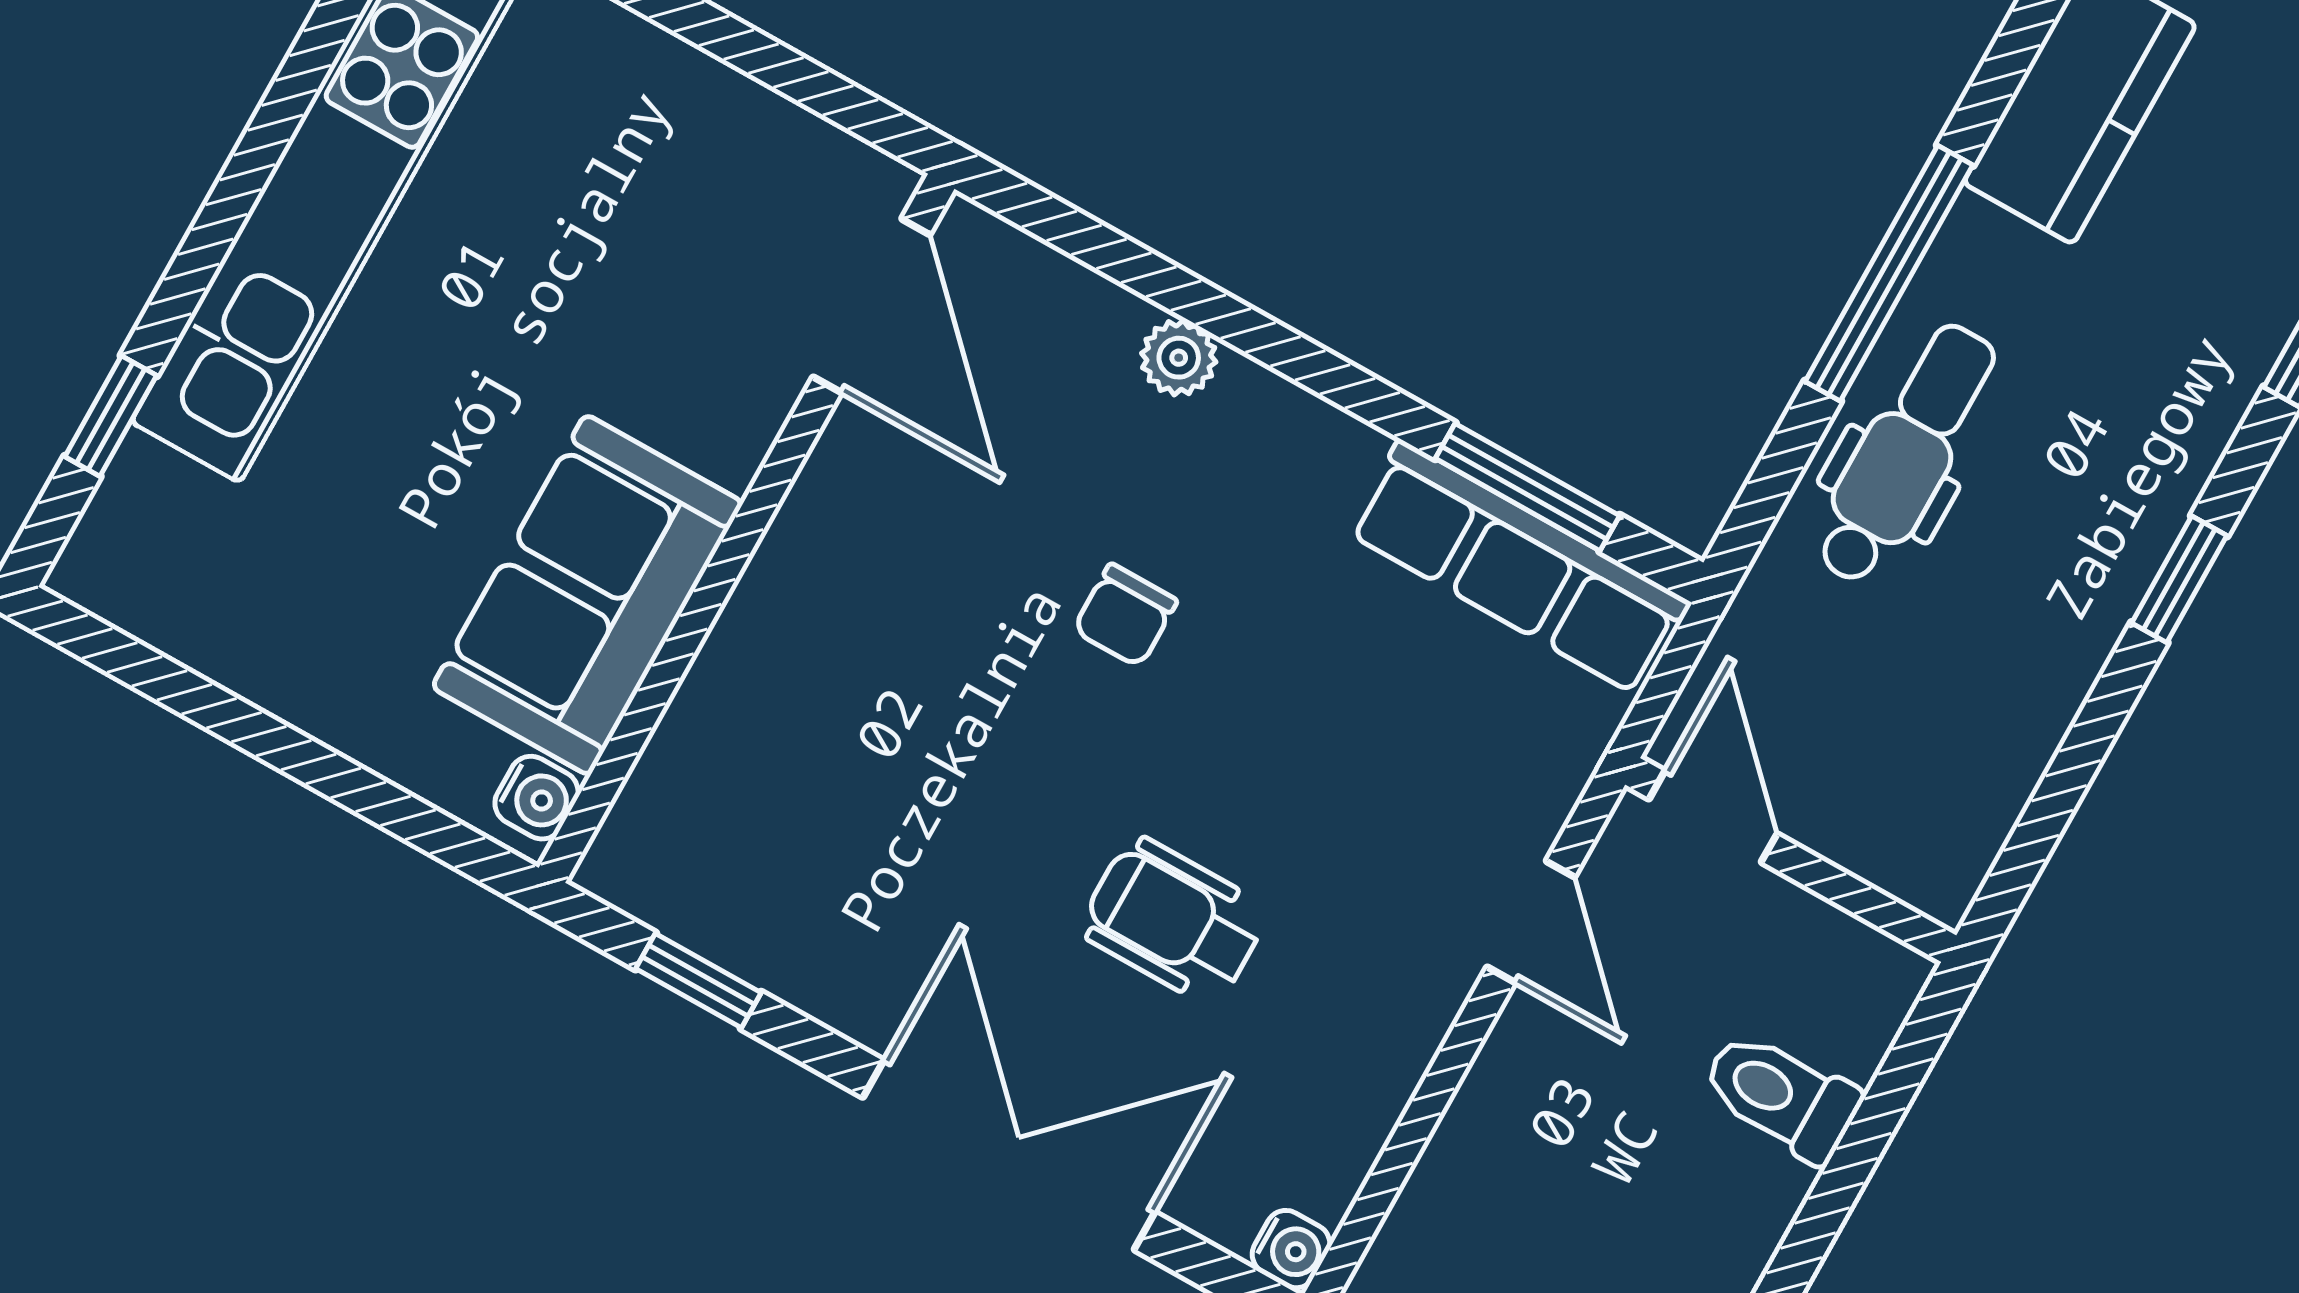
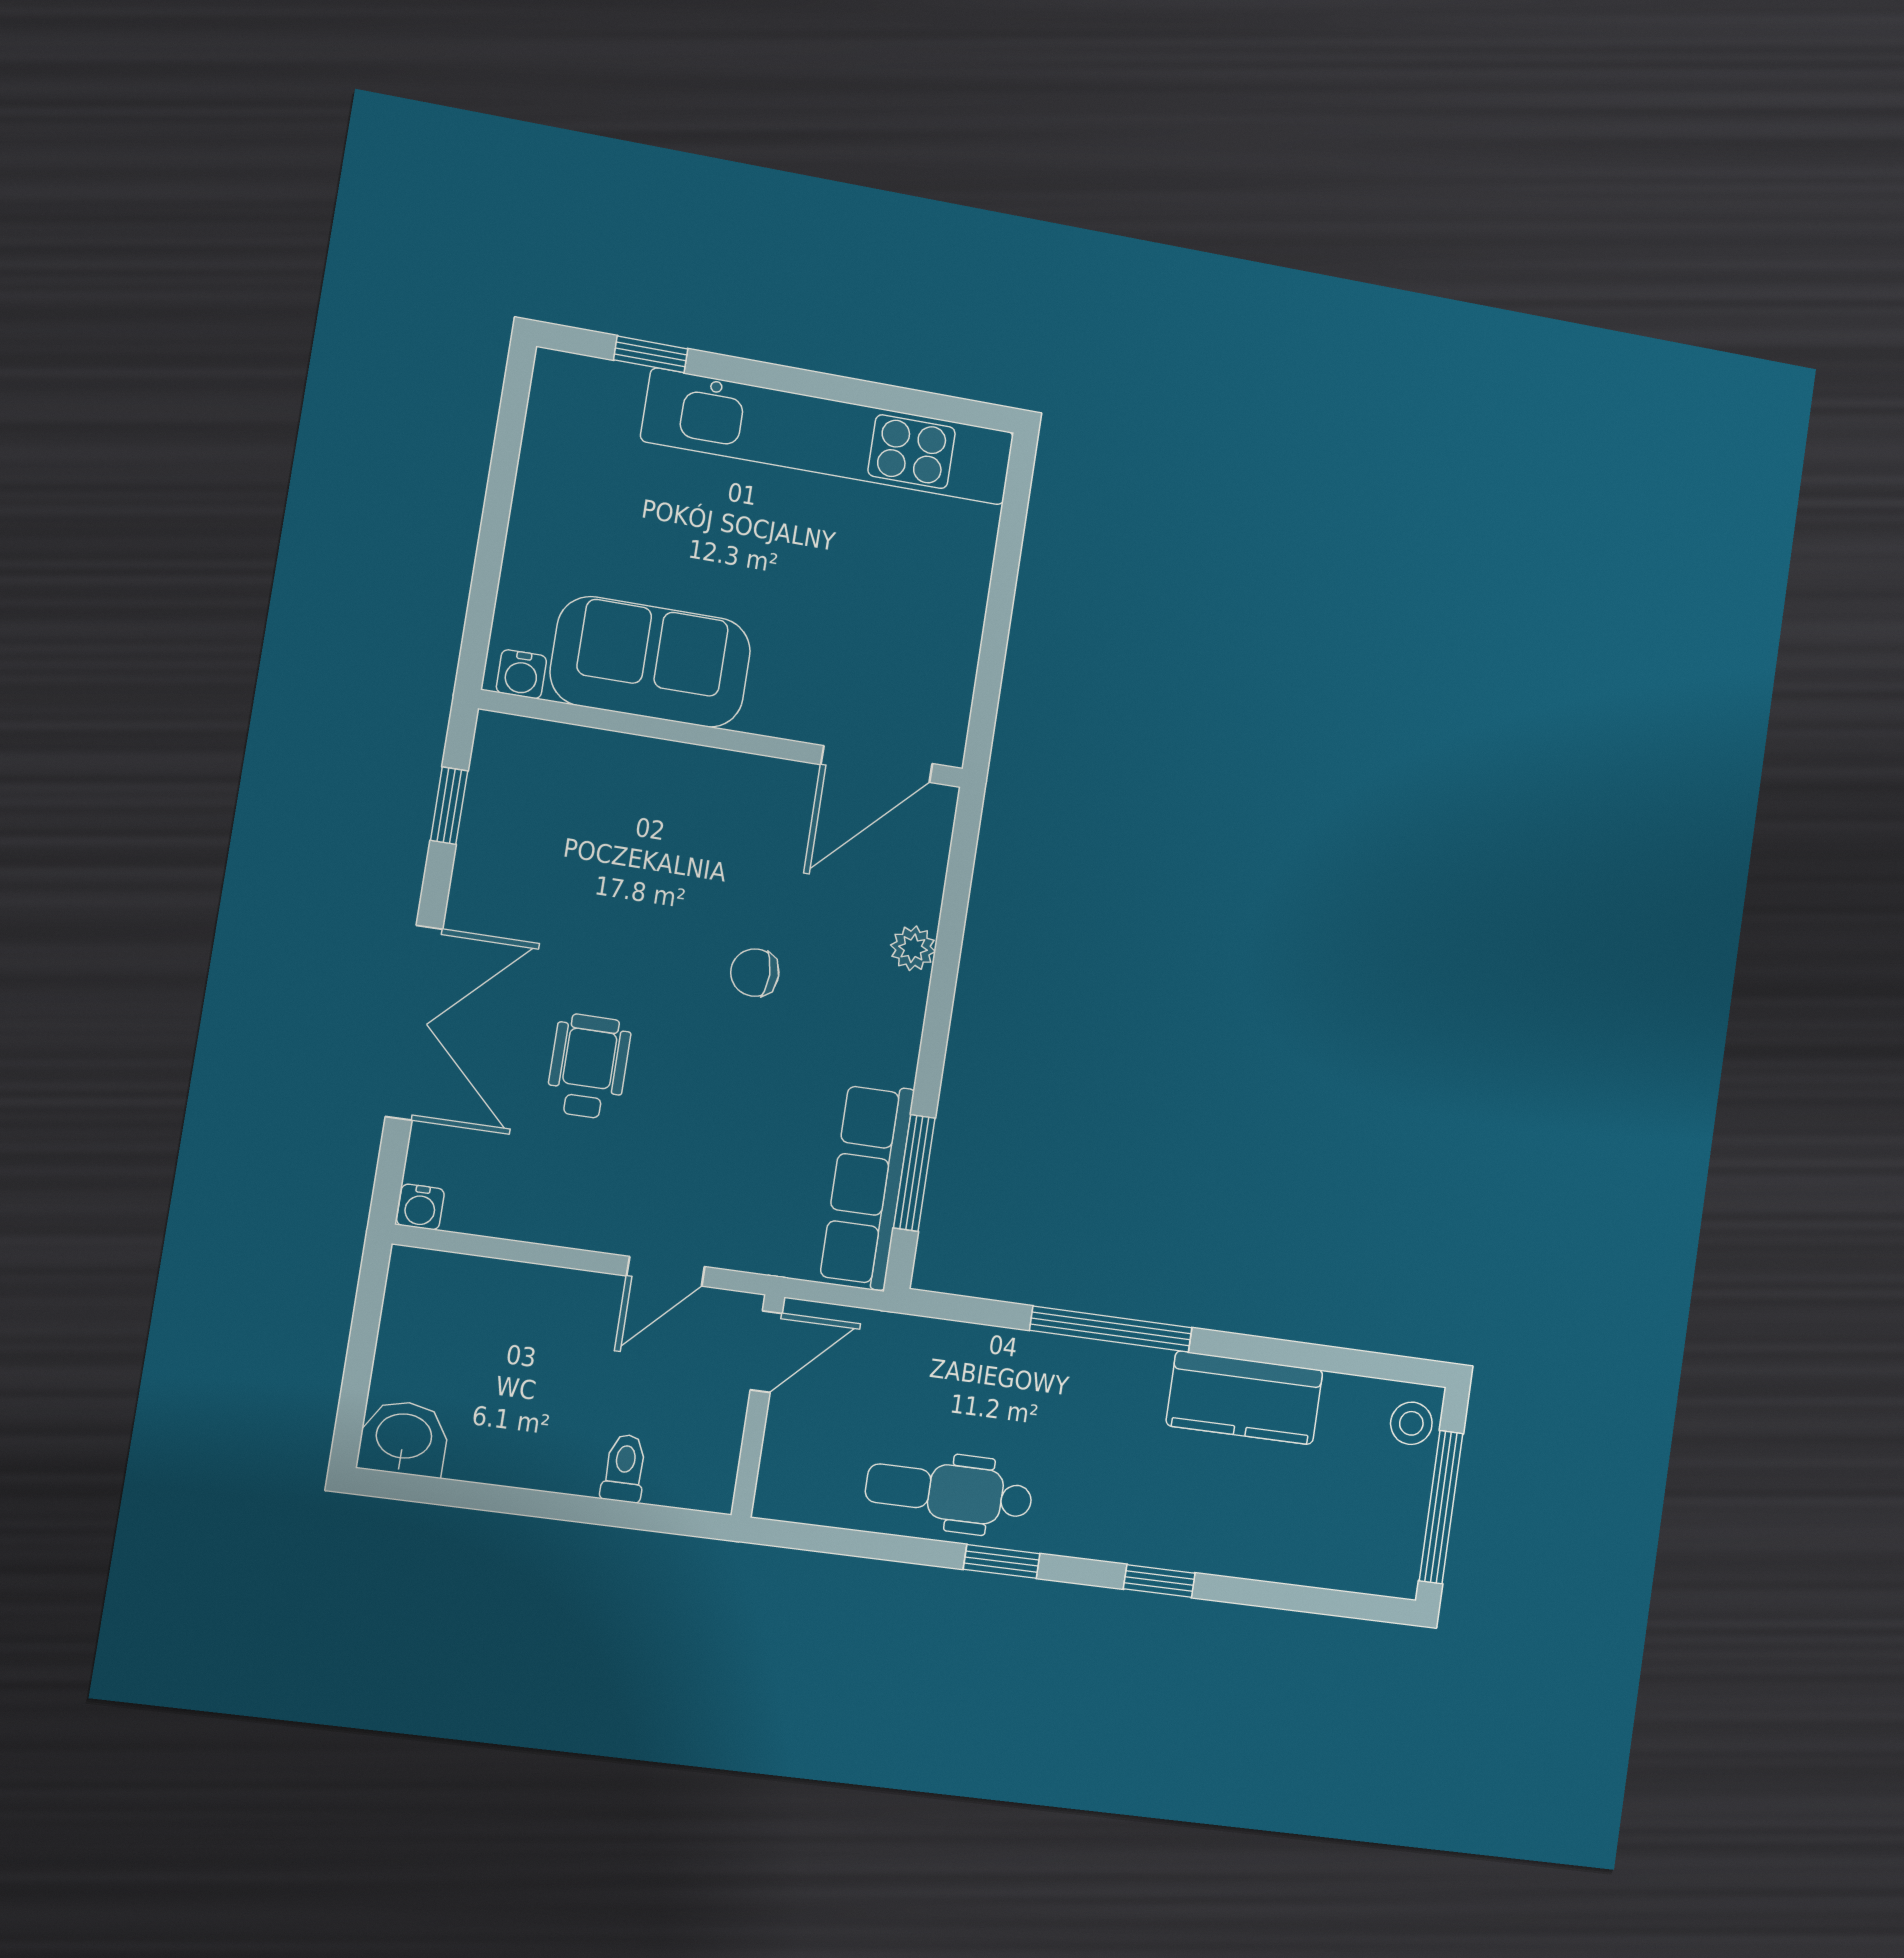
dental chair: (1905, 454) -> (949, 1492), moved, turned 180
toilet: (1781, 1096) -> (624, 1468), width x0.73, depth x0.72

